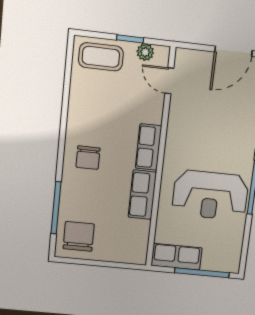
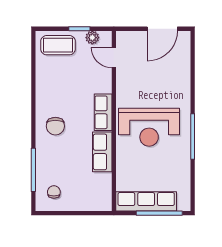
reception desk: (210, 195) -> (149, 127), moved
chair: (79, 236) -> (54, 192), width x0.54, depth x0.54
row of seats: (177, 257) -> (146, 201), width x1.48

